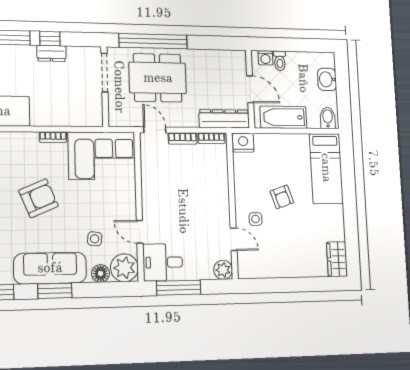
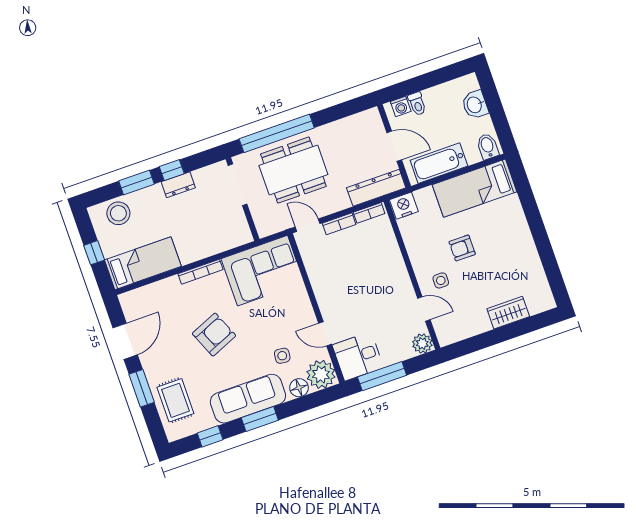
bookcase: (53, 137) -> (200, 272), width x1.56
bed: (326, 168) -> (475, 188), moved, turned 90
armchair: (282, 197) -> (462, 248), turned 109
wardrobe: (337, 259) -> (508, 313), moved, turned 90

